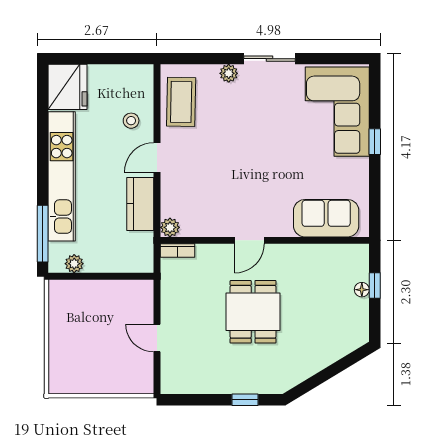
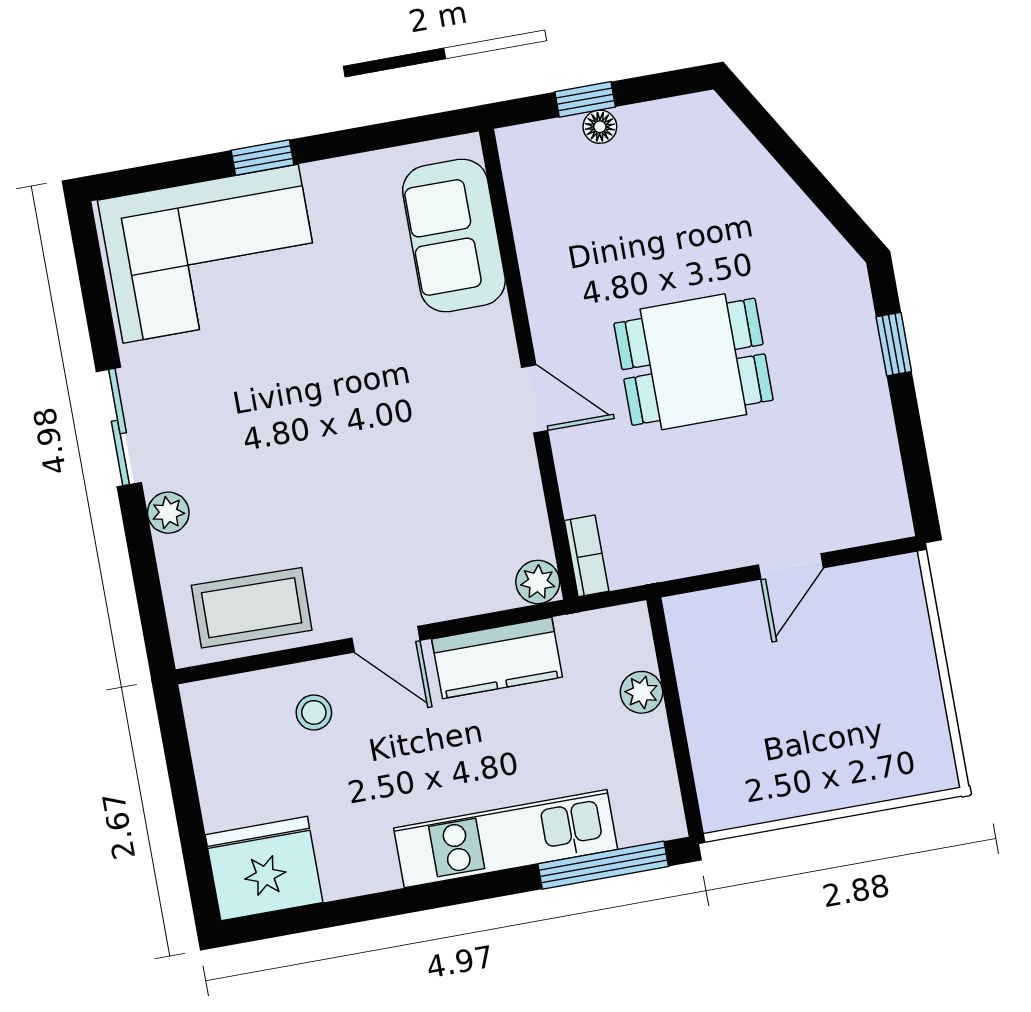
kitchen unit: (62, 176) -> (506, 839), width x0.73
plant: (74, 264) -> (641, 692), moved

